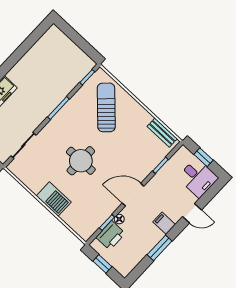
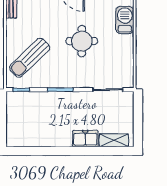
barbecue: (54, 199) -> (125, 20), moved

